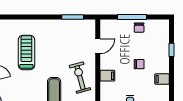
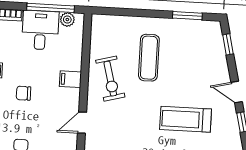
treadmill: (26, 52) -> (186, 119), turned 90

